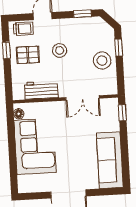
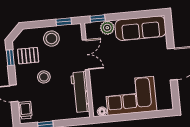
window: (119, 47) -> (64, 22), moved
pallet: (28, 55) -> (28, 56), moved, turned 90
workbench: (41, 90) -> (80, 92), width x1.37
plant: (112, 123) -> (107, 28), added

